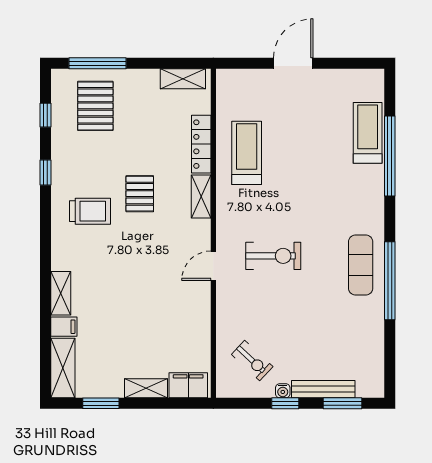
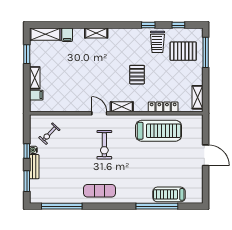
treadmill: (368, 133) -> (169, 194), turned 180
treadmill: (247, 153) -> (159, 131), width x1.37, depth x1.38
pallet: (140, 194) -> (137, 75), turned 90
shelving: (201, 197) -> (122, 107), moved
trolley: (90, 211) -> (157, 42), moved
window: (390, 281) -> (62, 206), moved
shelving: (61, 293) -> (96, 33), moved
filing cabinet: (188, 385) -> (36, 95), width x0.50
bench: (323, 389) -> (34, 167), width x0.73

